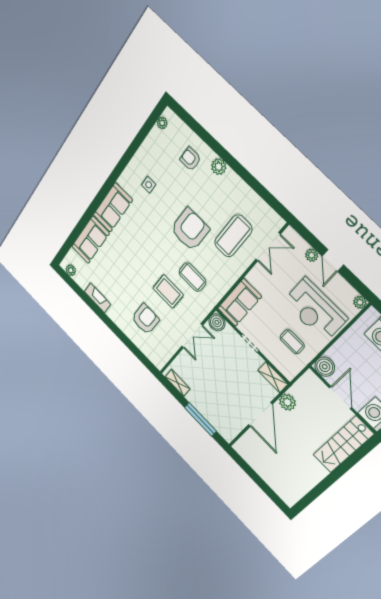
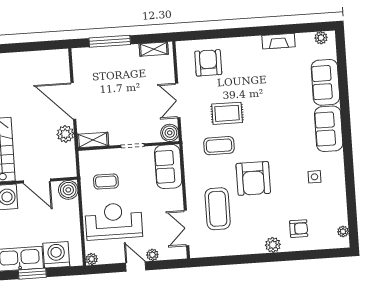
armchair: (145, 319) -> (208, 63), moved, turned 180

